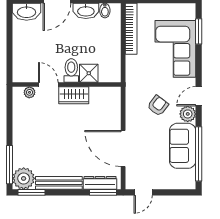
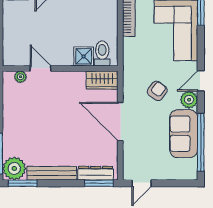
toilet: (71, 70) -> (102, 53), moved
wardrobe: (74, 95) -> (102, 80), moved
door: (123, 149) -> (120, 121), moved

